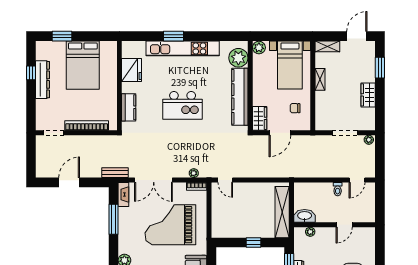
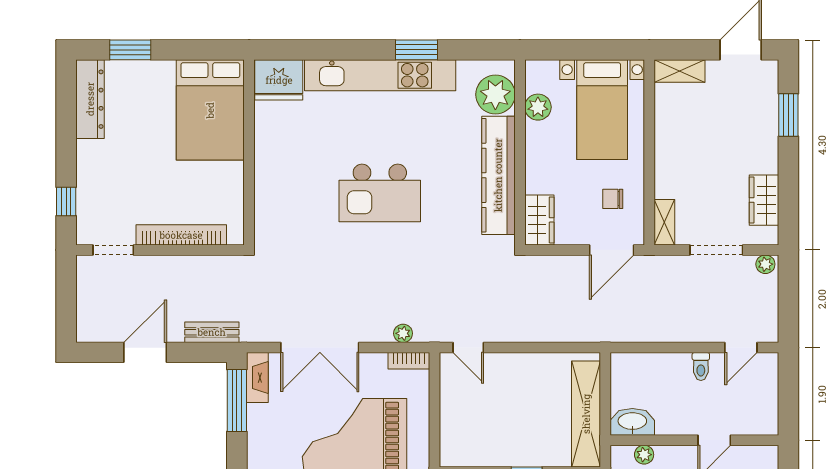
window: (173, 36) -> (416, 50), moved
plant: (259, 48) -> (538, 107), moved
bed: (83, 65) -> (210, 110), moved
fridge: (132, 70) -> (279, 80), moved, turned 90
window: (31, 73) -> (66, 202), moved
shelving: (320, 79) -> (664, 222), moved
dresser: (43, 80) -> (90, 99), moved
wardrobe: (368, 95) -> (764, 200), moved
kitchen counter: (129, 107) -> (268, 197), removed
door: (280, 133) -> (612, 250), moved
bench: (115, 173) -> (212, 332), moved
window: (113, 219) -> (237, 400), moved

